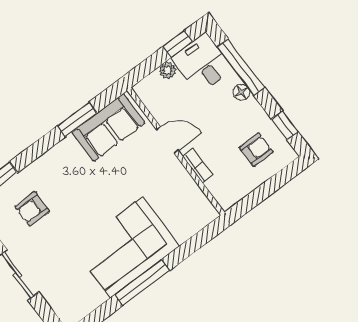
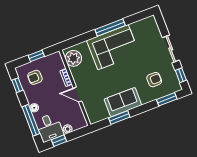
sofa: (108, 128) -> (123, 102), moved
window: (265, 190) -> (36, 56), added
plant: (194, 206) -> (73, 58), added

